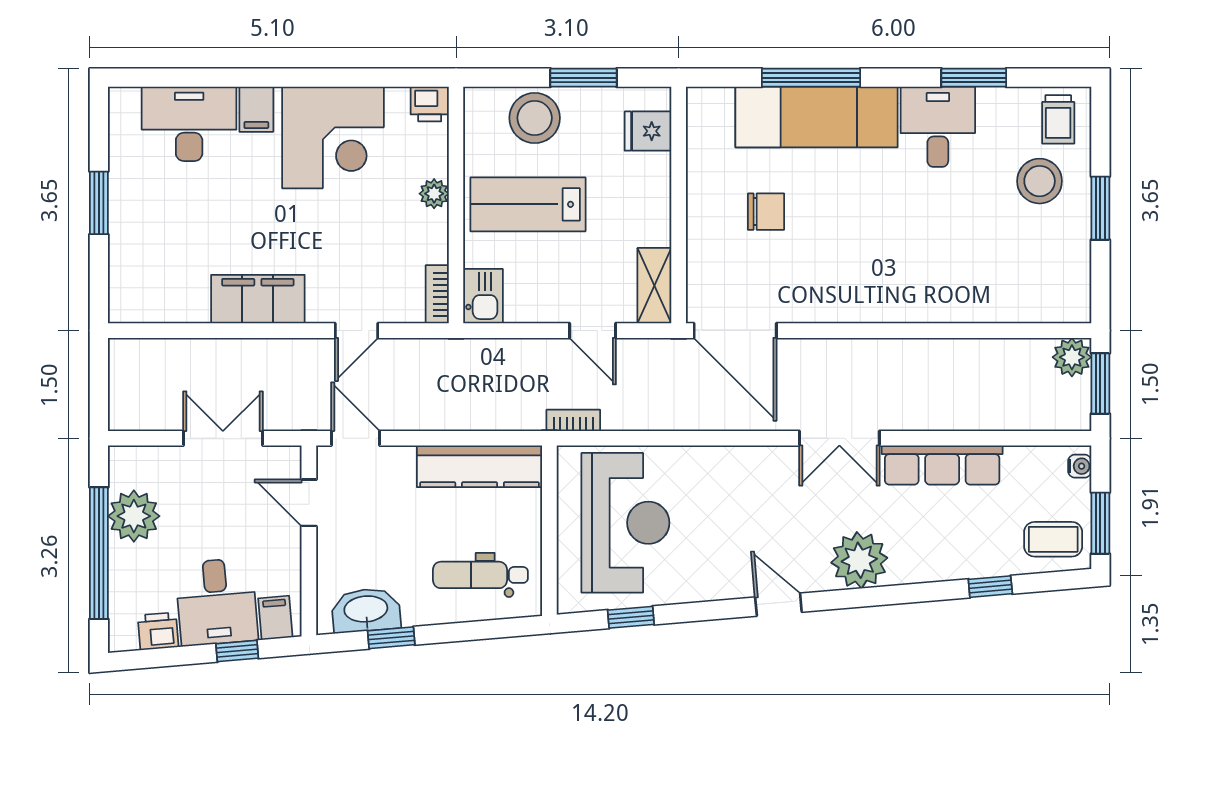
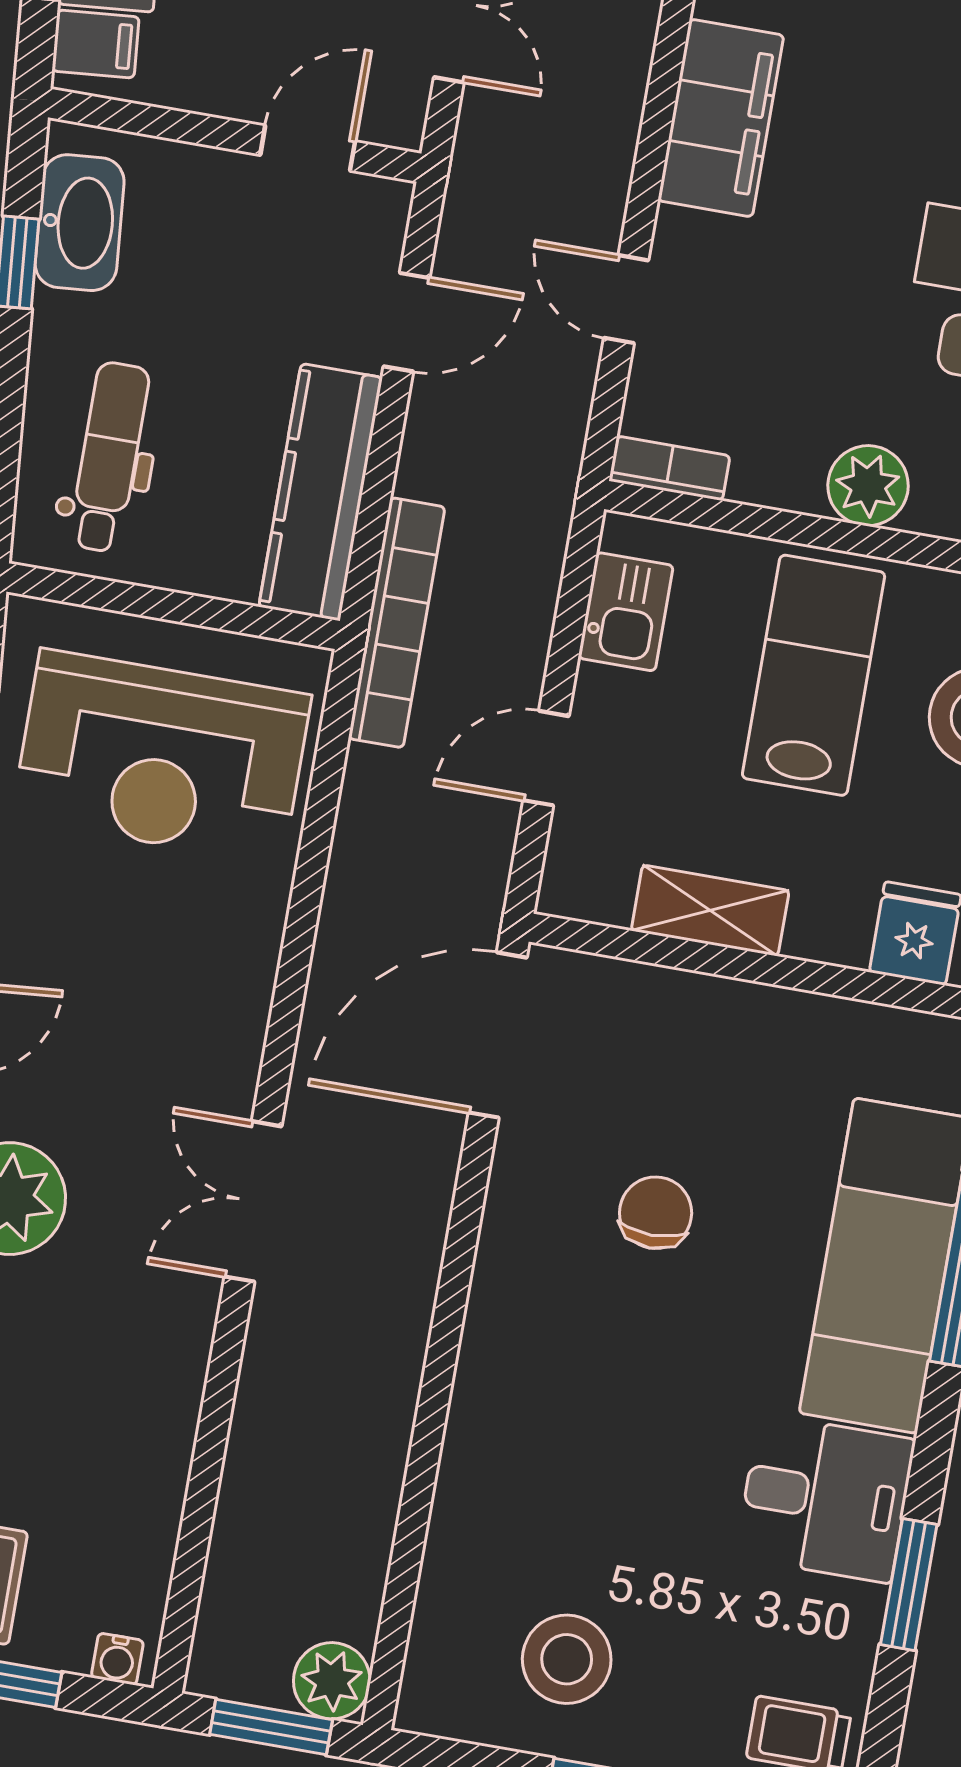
stool: (1040, 181) -> (567, 1659), moved
plant: (434, 194) -> (868, 486), width x1.38, depth x1.38
chair: (766, 212) -> (656, 1213), moved, turned 180
shelving: (654, 286) -> (710, 911), moved
kitchen sink: (483, 296) -> (626, 612), moved, turned -90
bookcase: (573, 420) -> (397, 623), width x2.31, depth x1.31
door: (355, 438) -> (407, 322), moved
row of seats: (942, 465) -> (166, 1392), removed

